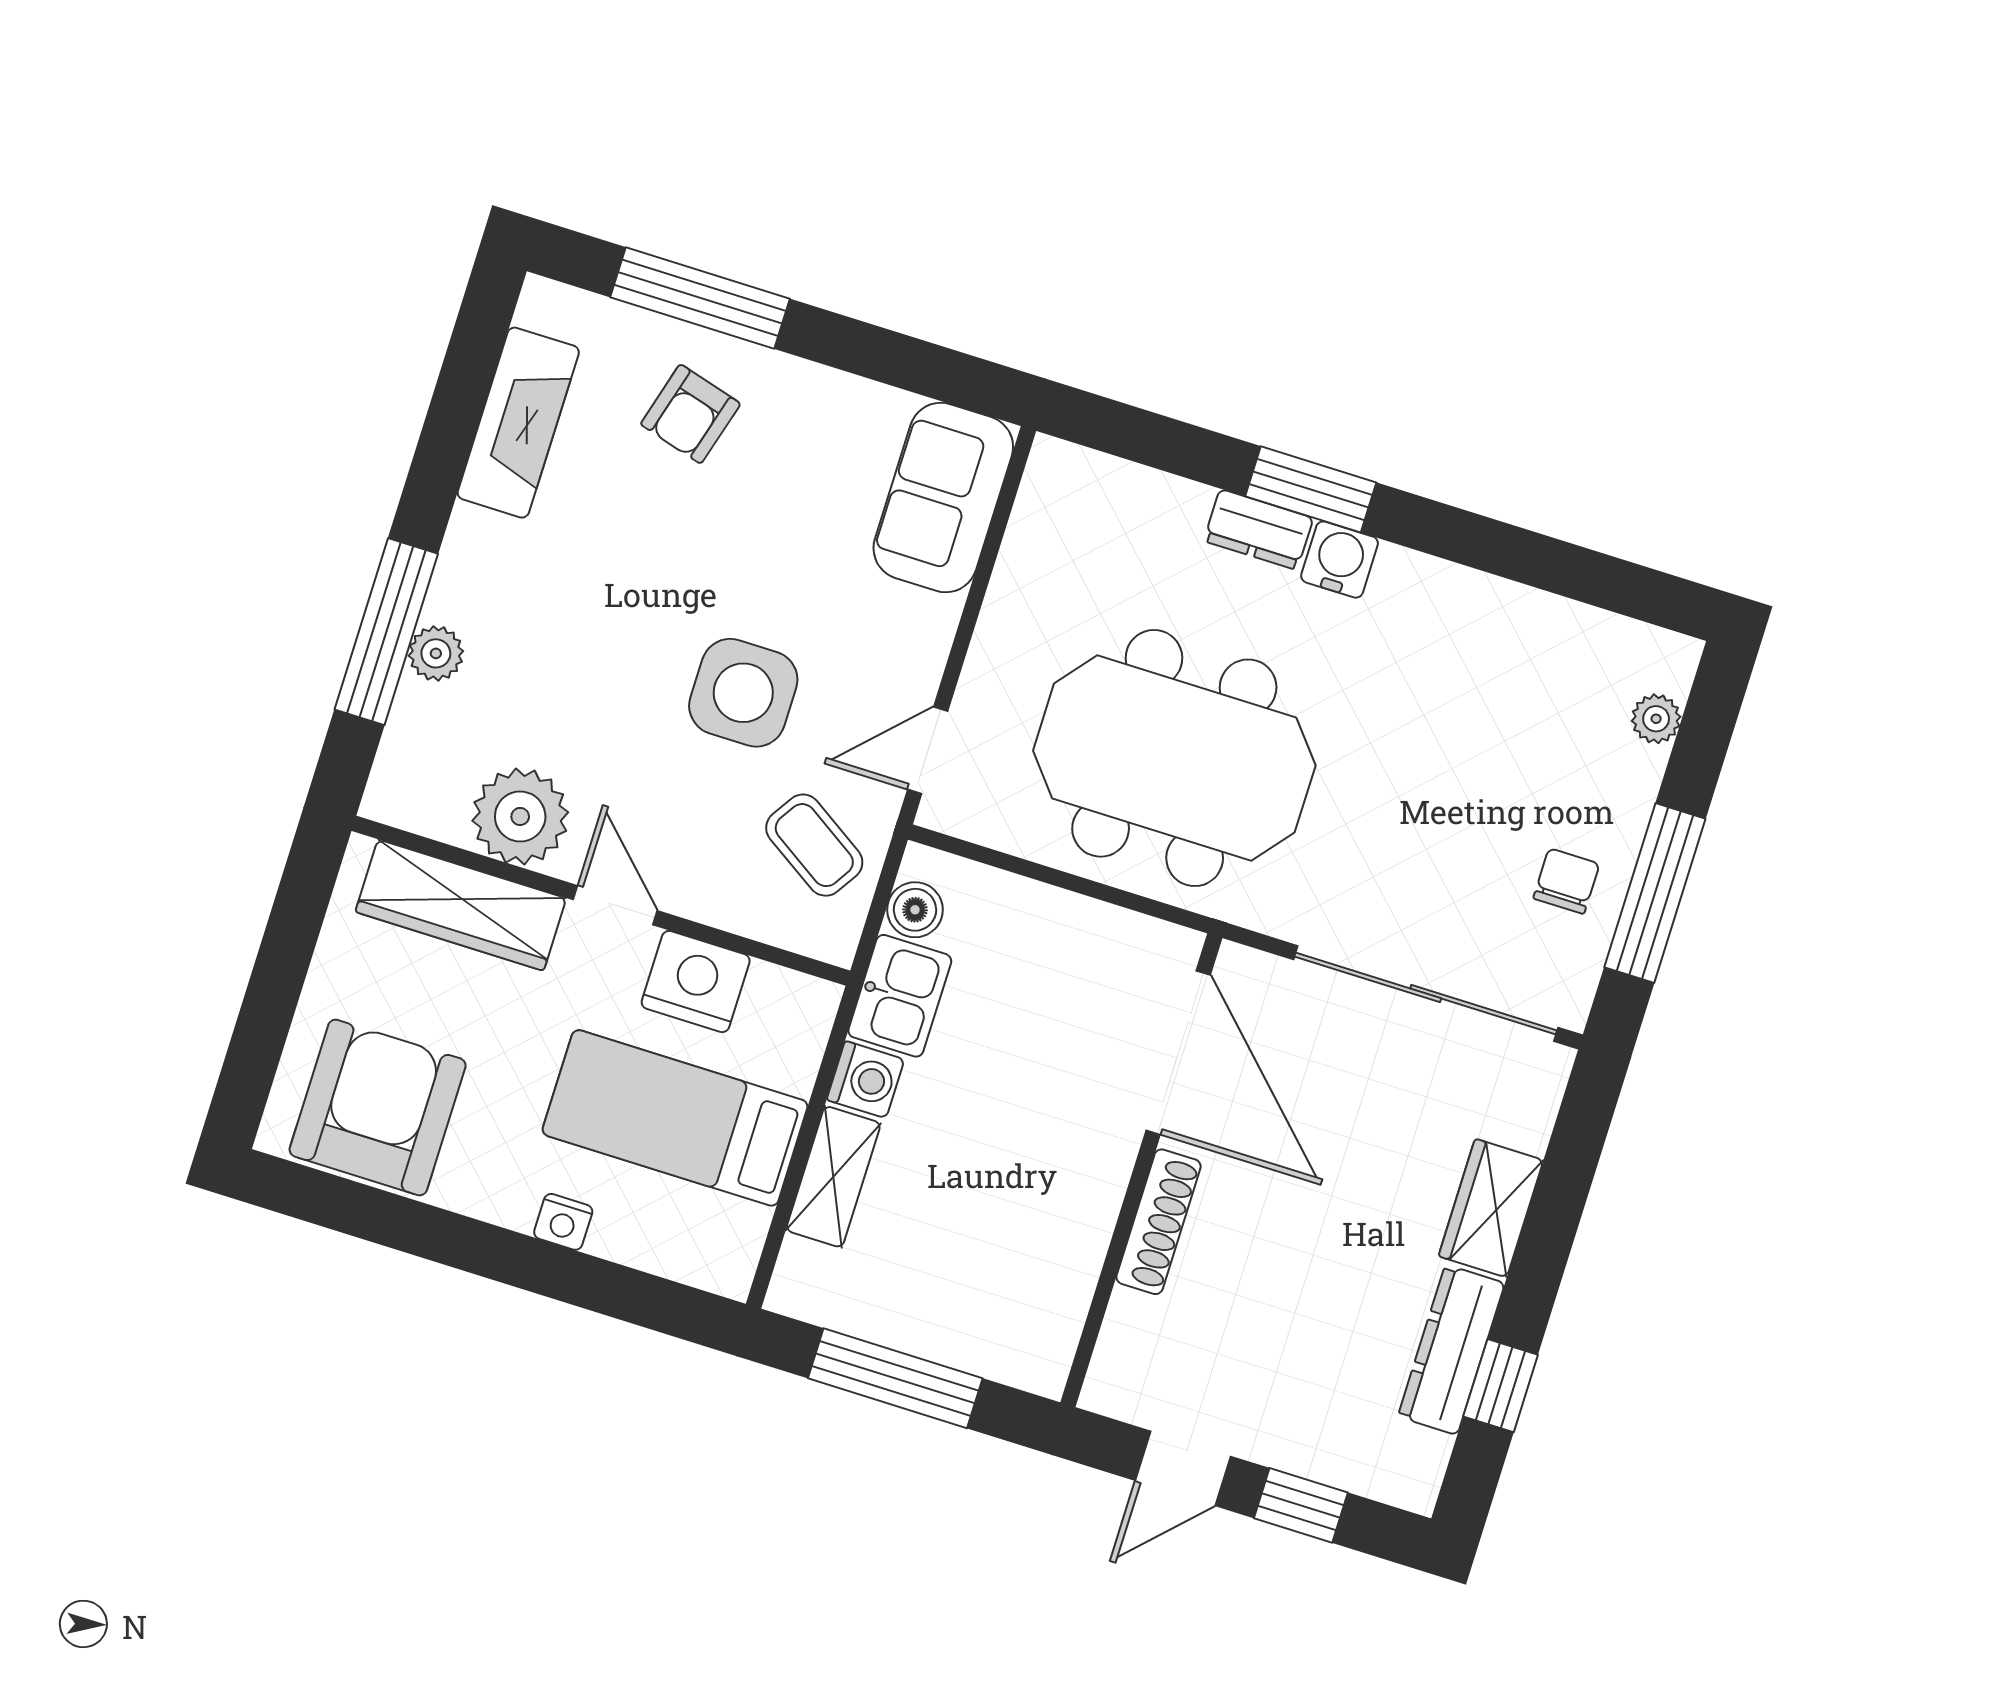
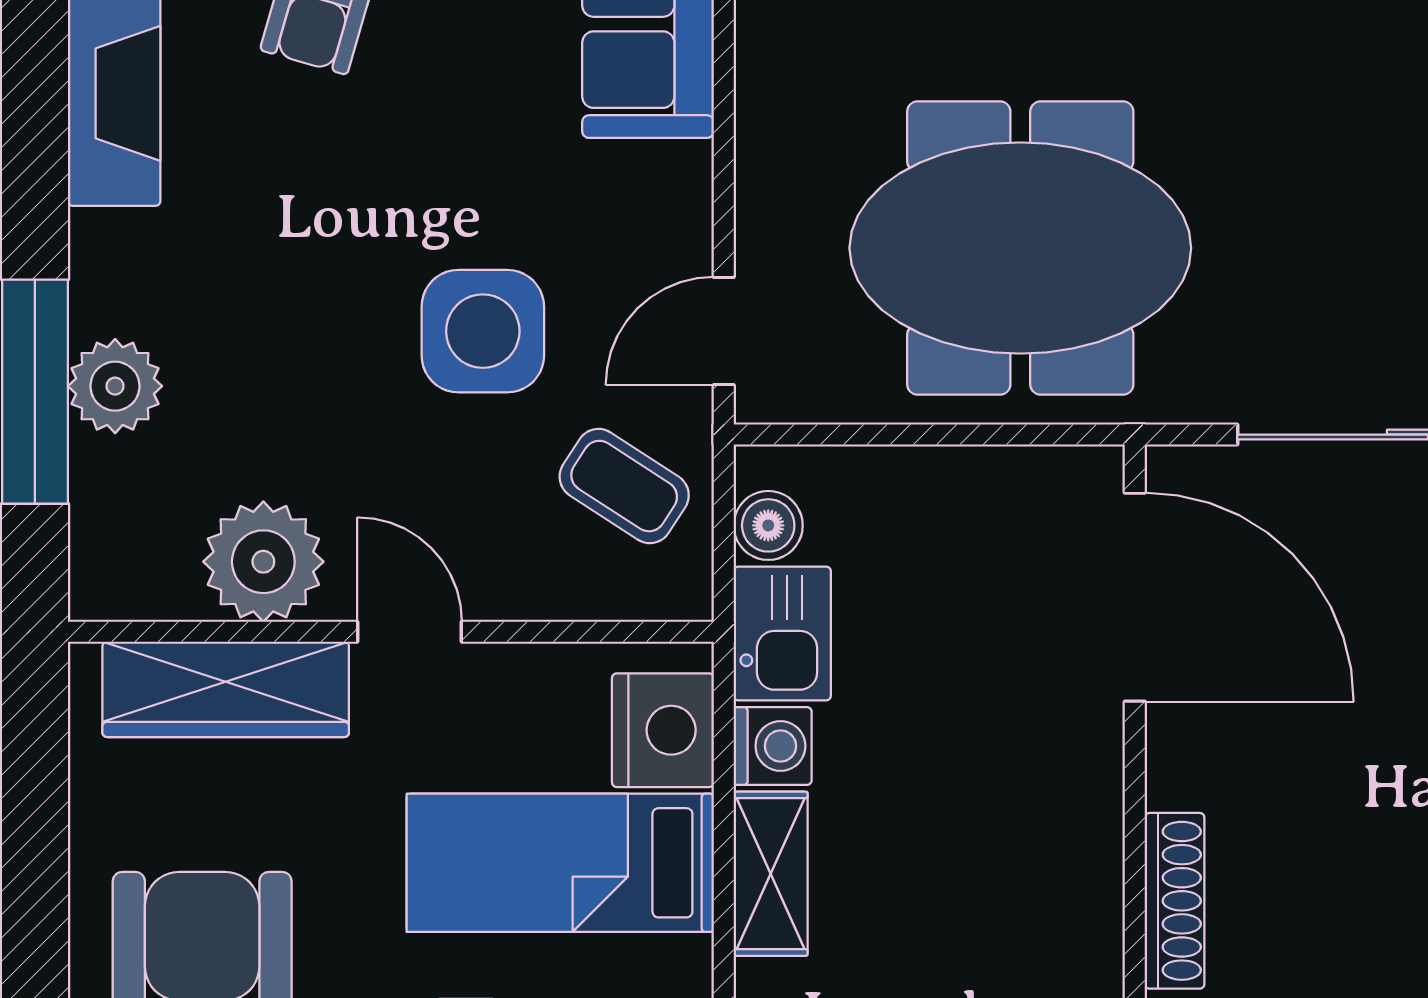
plant: (436, 653) -> (115, 386), width x1.38, depth x1.38
nightstand: (696, 982) -> (663, 730), moved, turned 90
shoe rack: (1159, 1222) -> (1175, 901), moved

